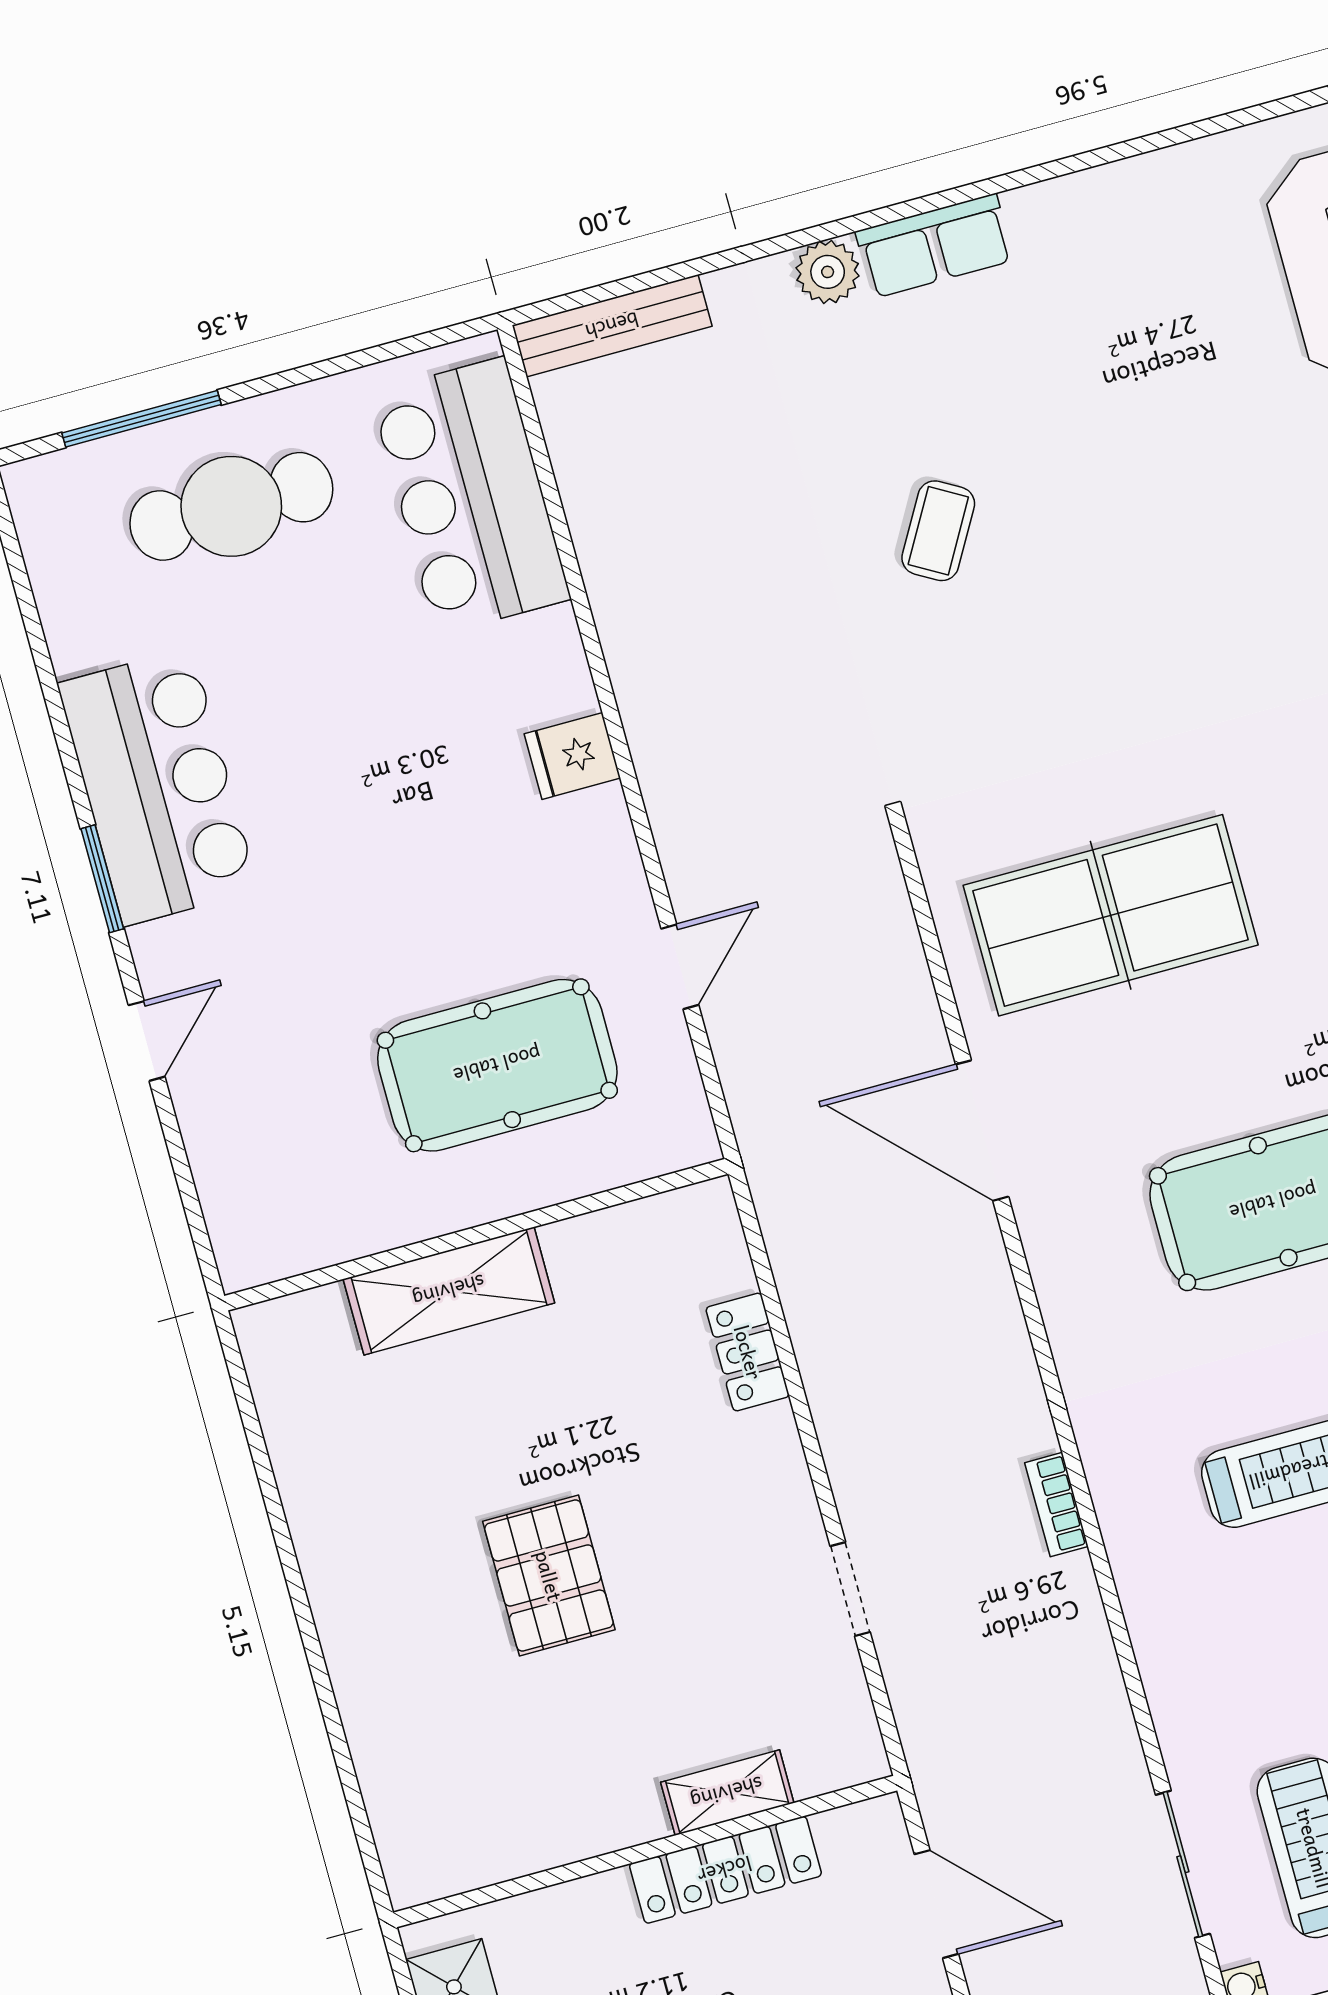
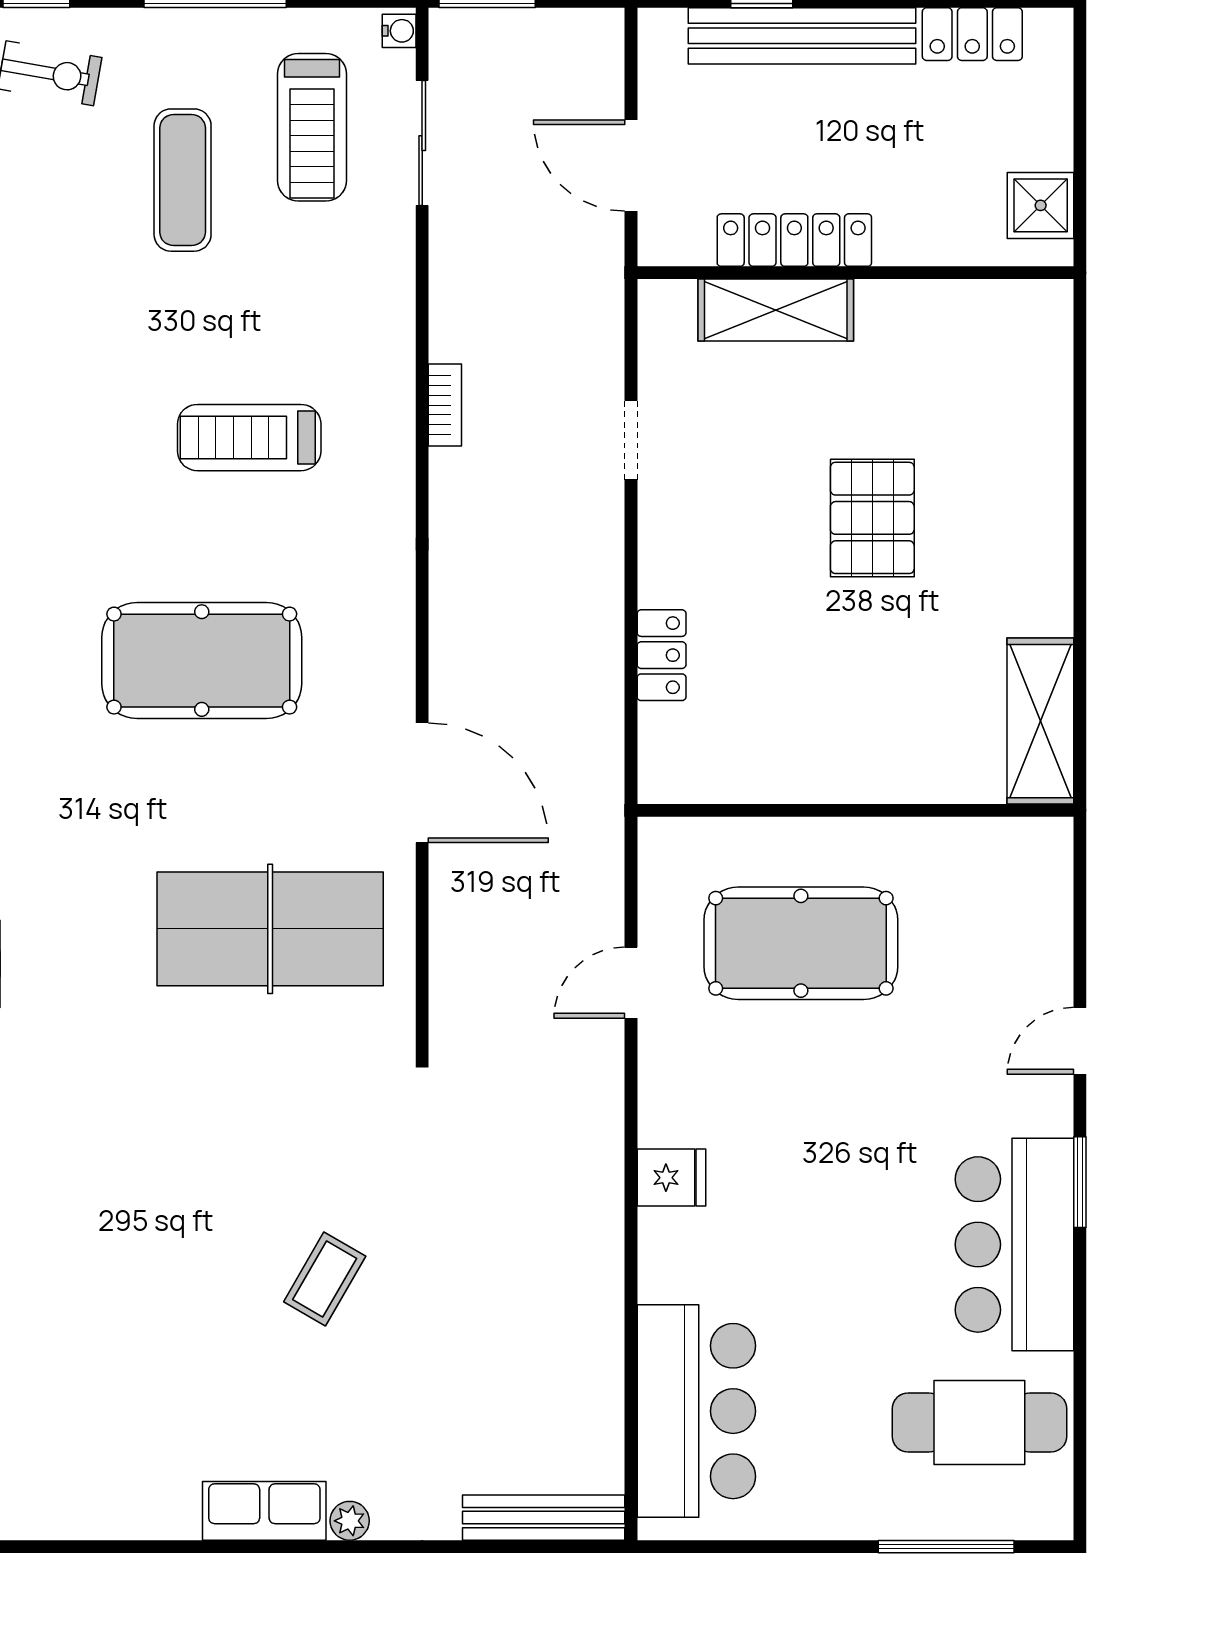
plant: (828, 272) -> (350, 1521), width x0.73, depth x0.73
cafe table: (231, 506) -> (979, 1422), moved
shelving: (449, 1291) -> (1040, 721), moved, turned 90
bookcase: (1056, 1505) -> (445, 405), moved
shelving: (727, 1793) -> (776, 310), width x1.50, depth x1.33

